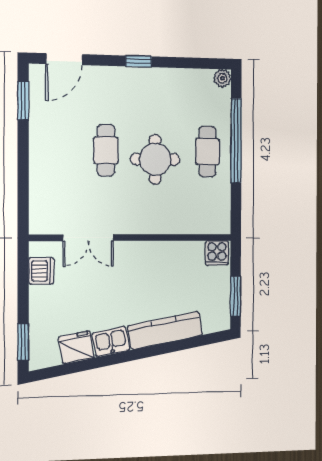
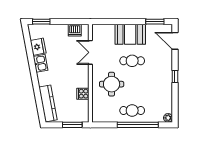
booth: (50, 154) -> (130, 34), added
round table: (155, 159) -> (112, 84), moved
cooker: (217, 253) -> (83, 94), moved
window: (236, 296) -> (72, 125), moved
kitchen counter: (165, 330) -> (48, 103), moved

